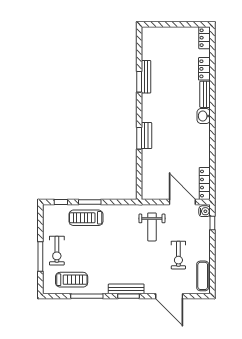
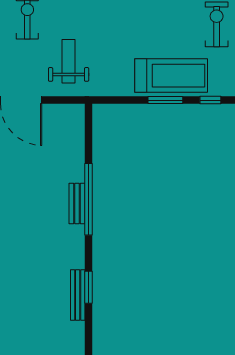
window: (139, 138) -> (88, 199), width x2.11
treadmill: (86, 218) -> (171, 76), width x1.37, depth x1.38

